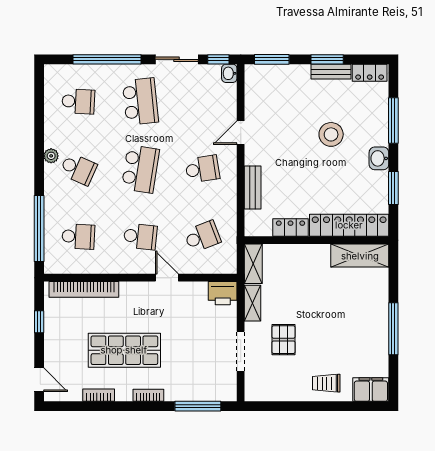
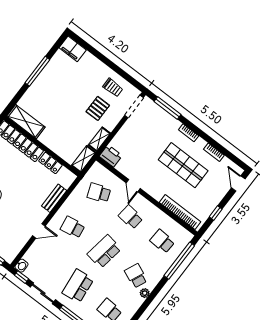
doorway: (241, 351) -> (134, 107), moved
trolley: (326, 383) -> (113, 88), moved

